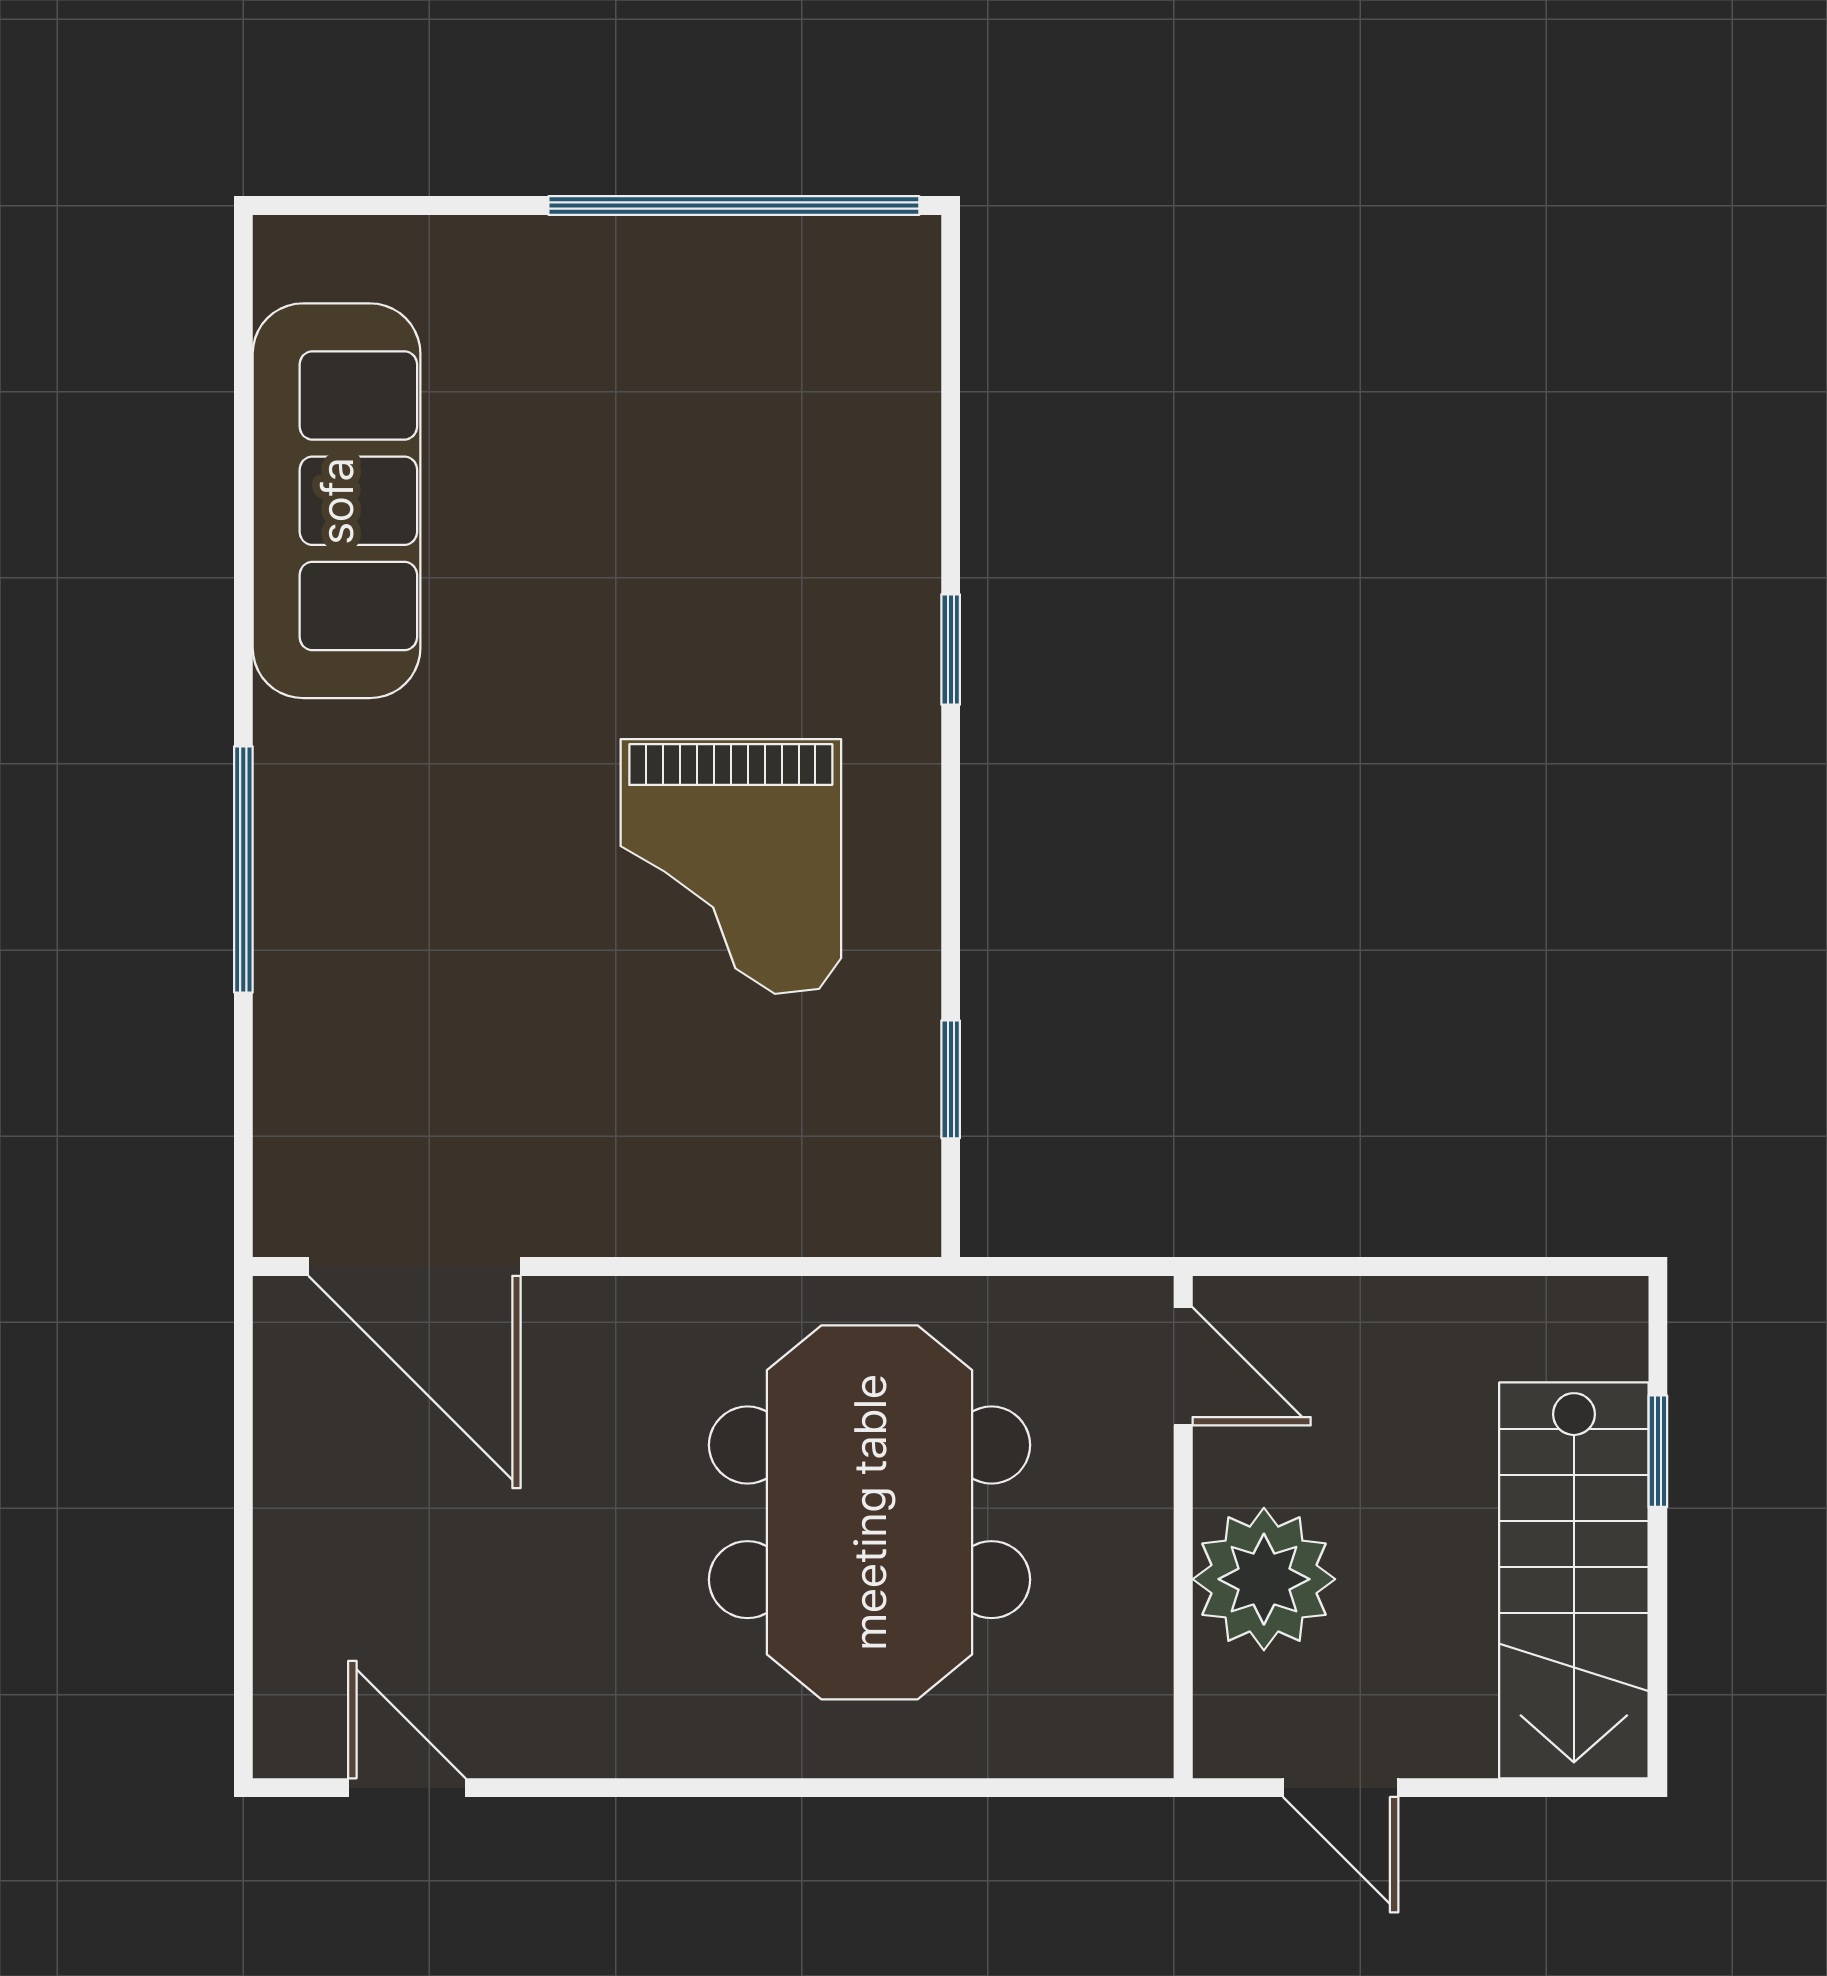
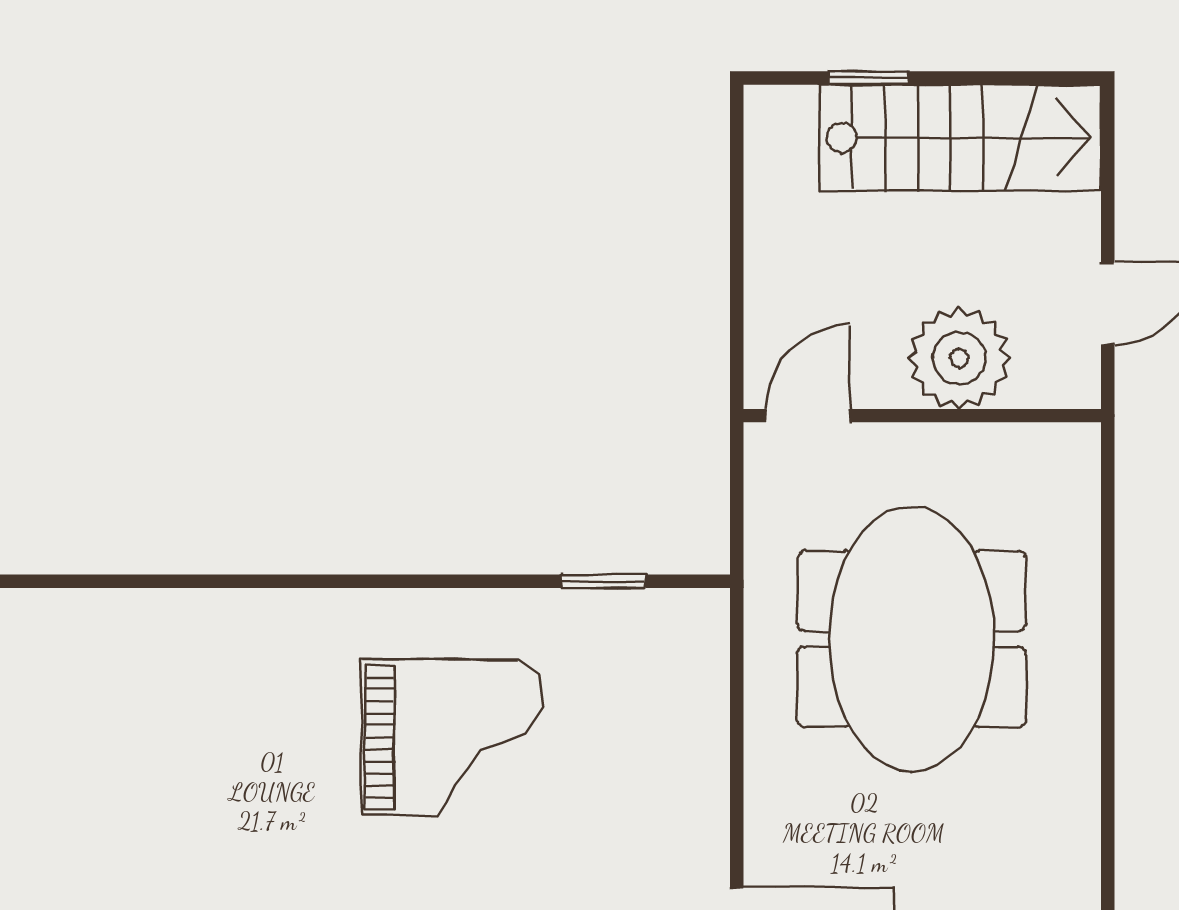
window: (951, 649) -> (298, 581), removed
meeting table: (870, 1512) -> (912, 639), turned 90

